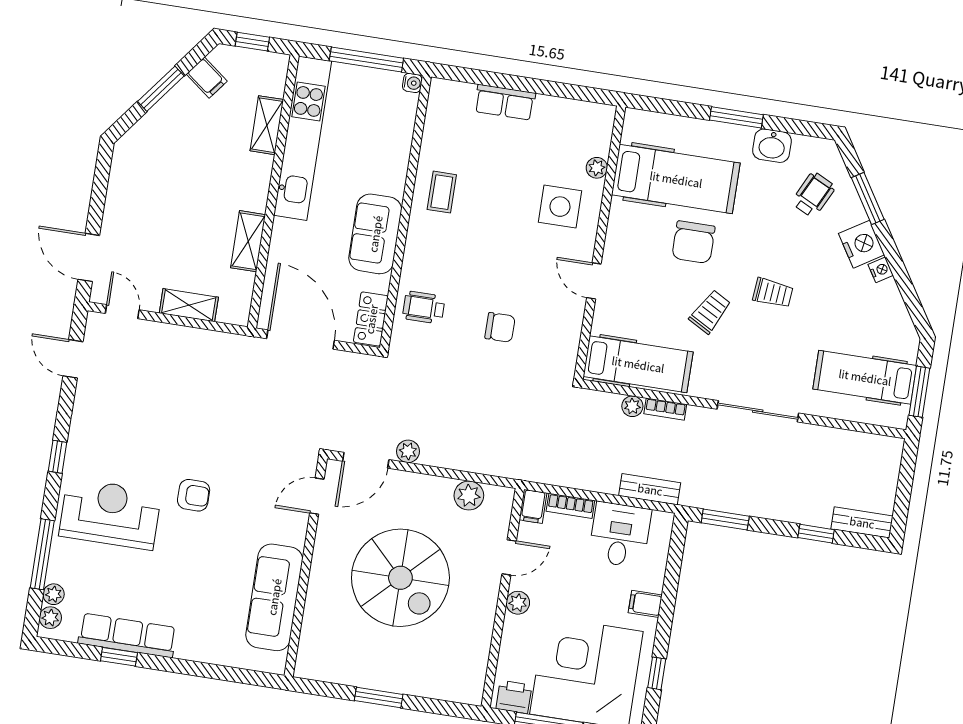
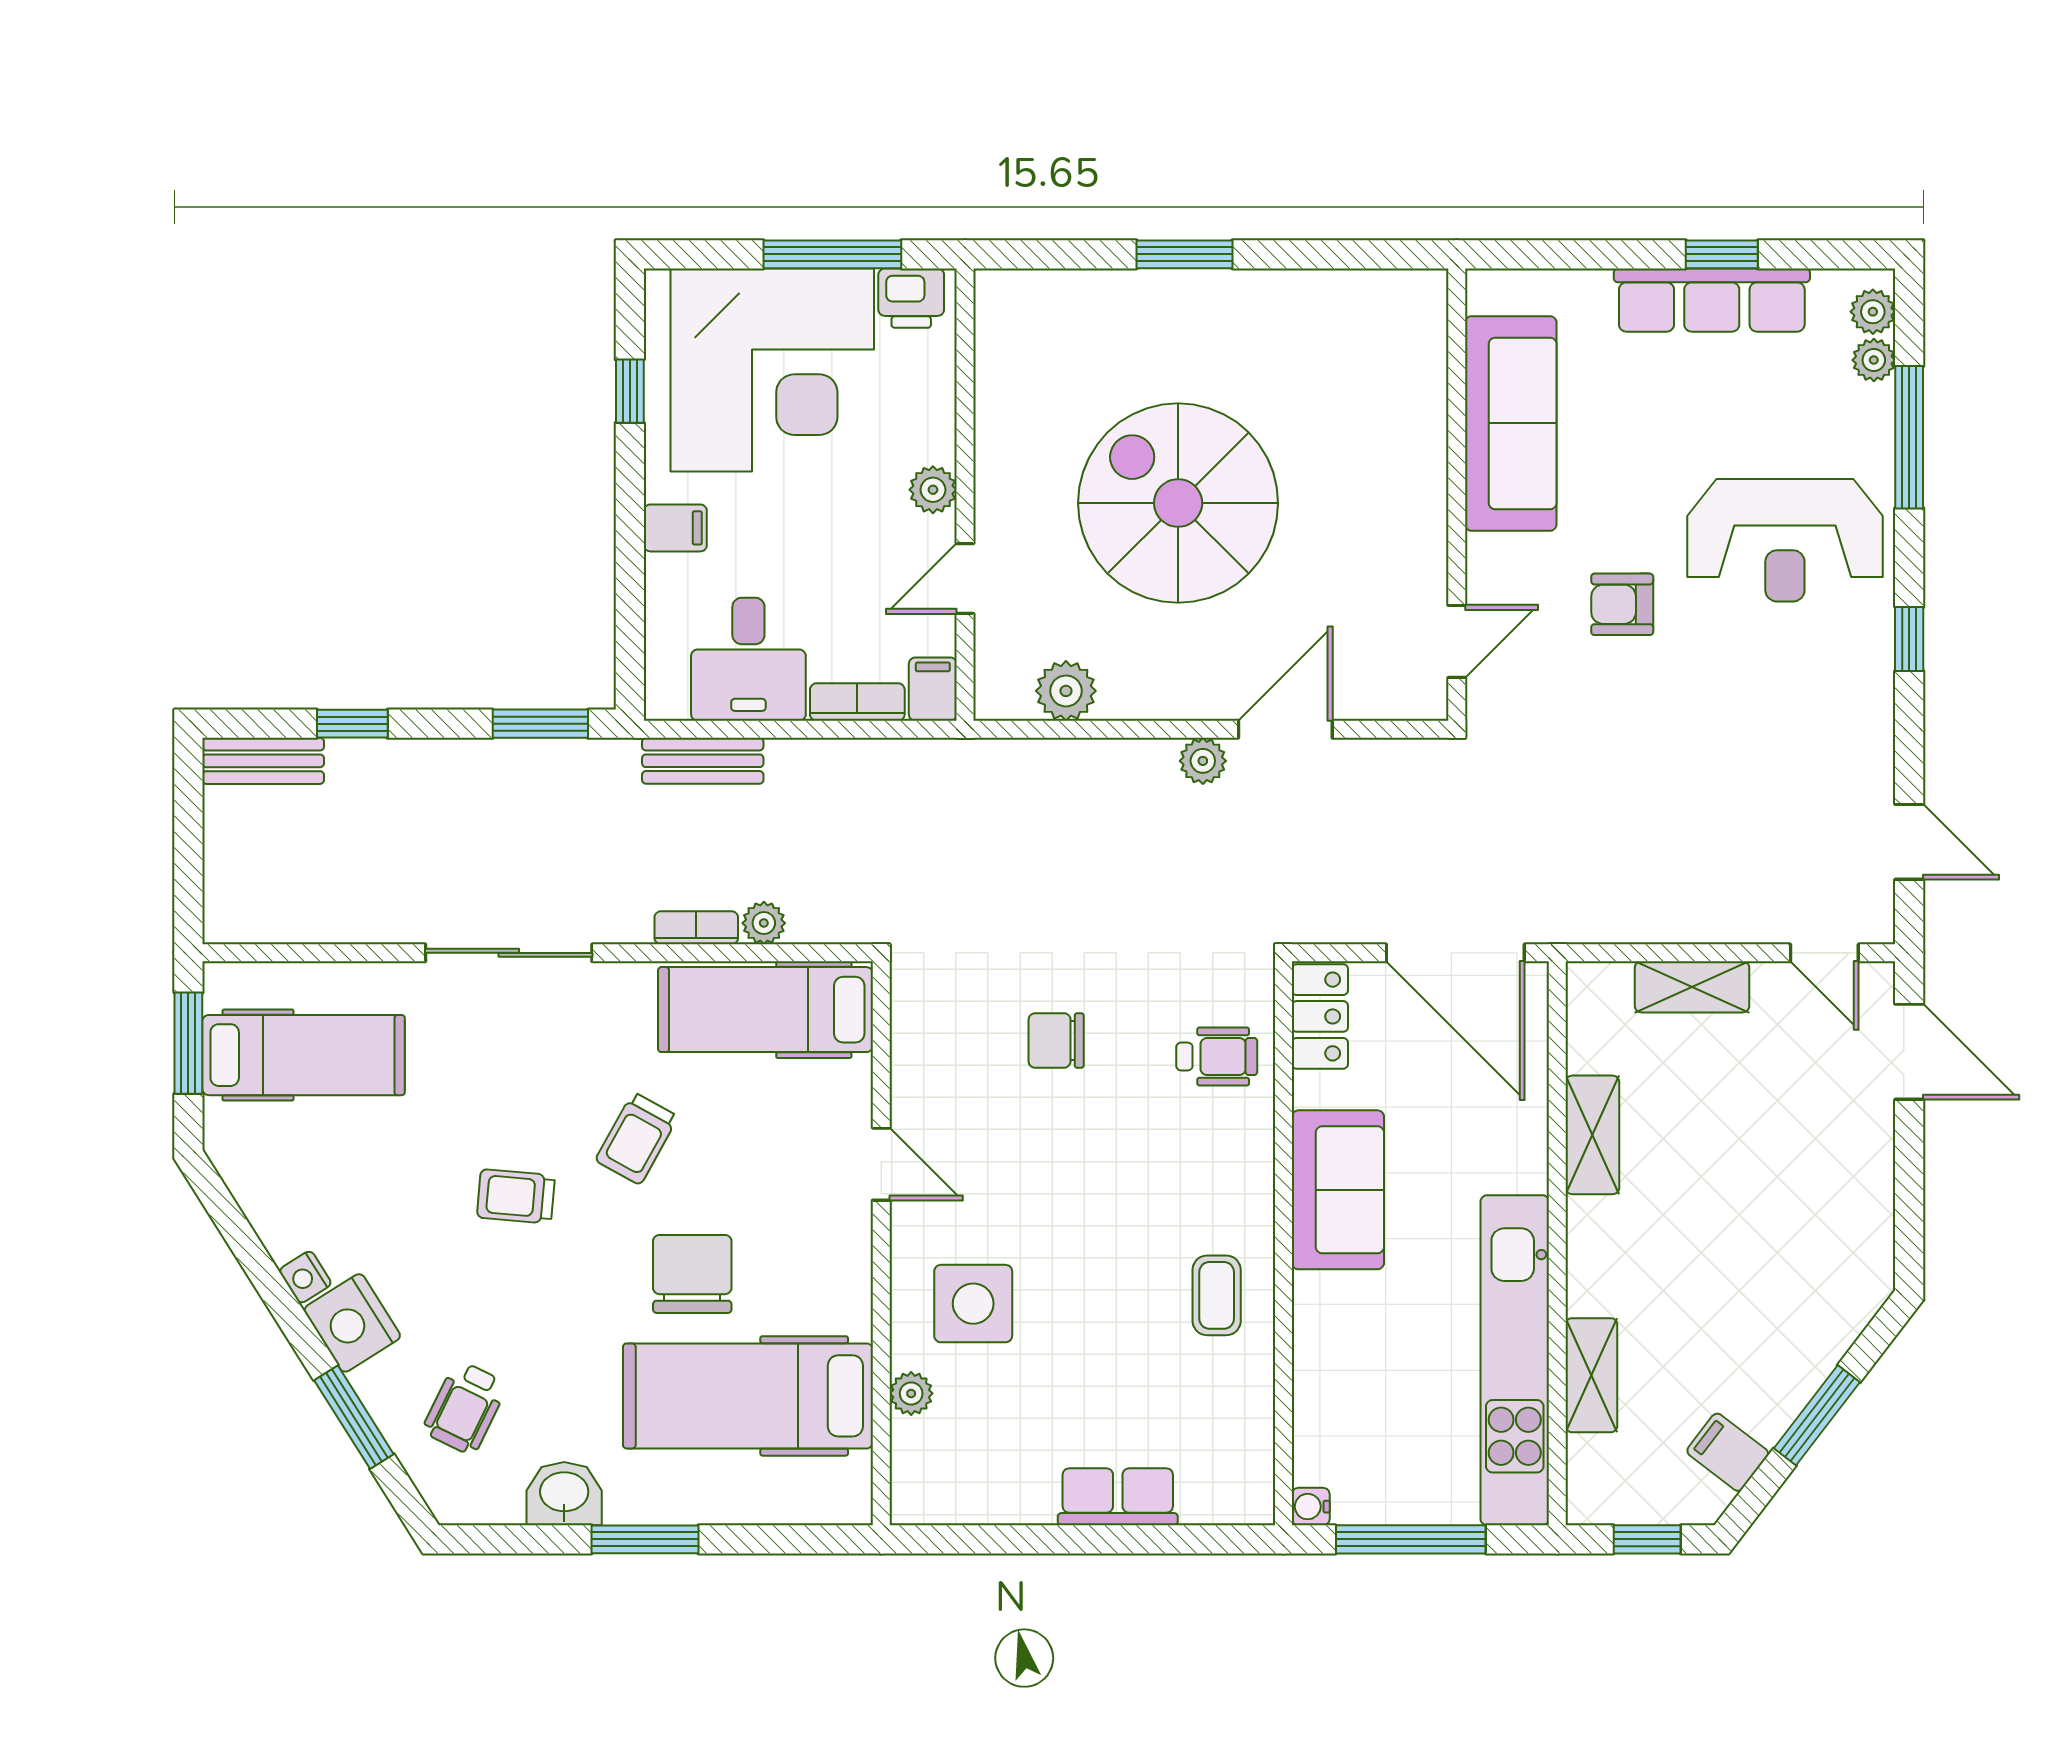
door: (317, 496) -> (1457, 641), moved
wall: (306, 567) -> (1457, 495), moved
sofa: (274, 597) -> (1511, 423), moved

